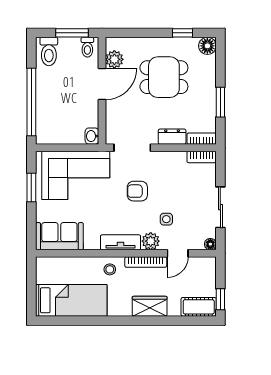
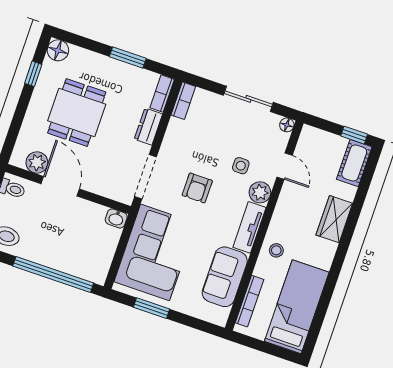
sofa: (59, 236) -> (225, 277), moved
bookcase: (146, 262) -> (250, 301), moved

